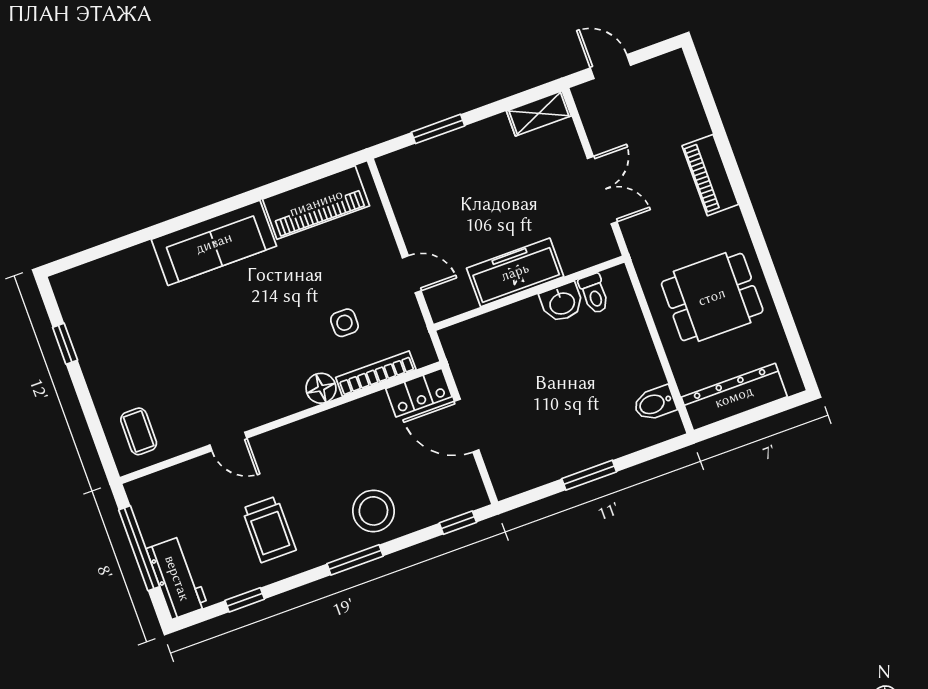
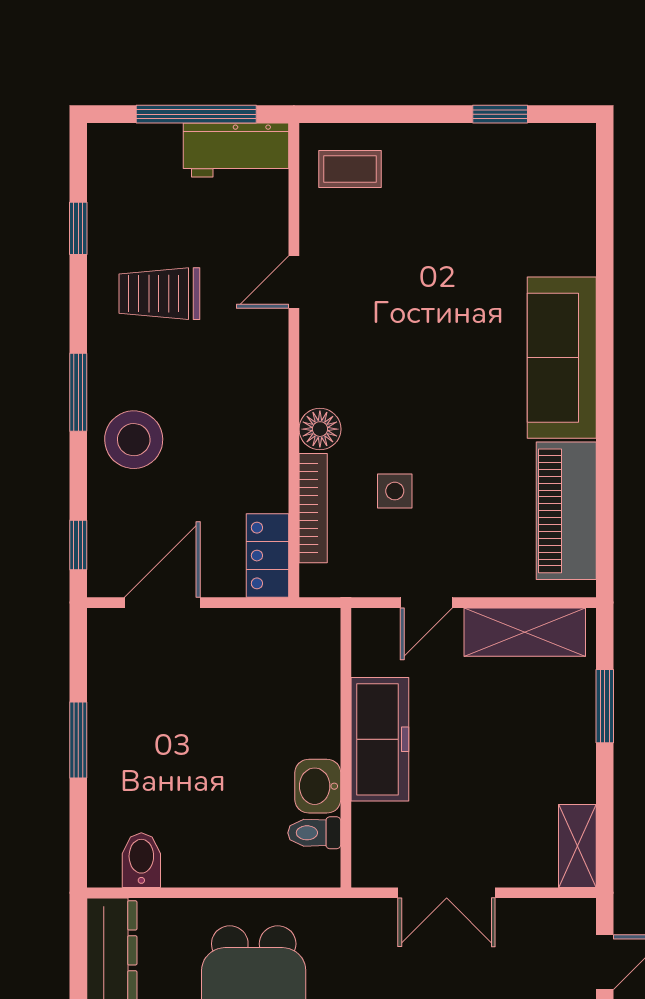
shelving: (408, 201) -> (525, 632), added
door: (467, 426) -> (162, 603), moved
workbench: (177, 578) -> (236, 150), moved

